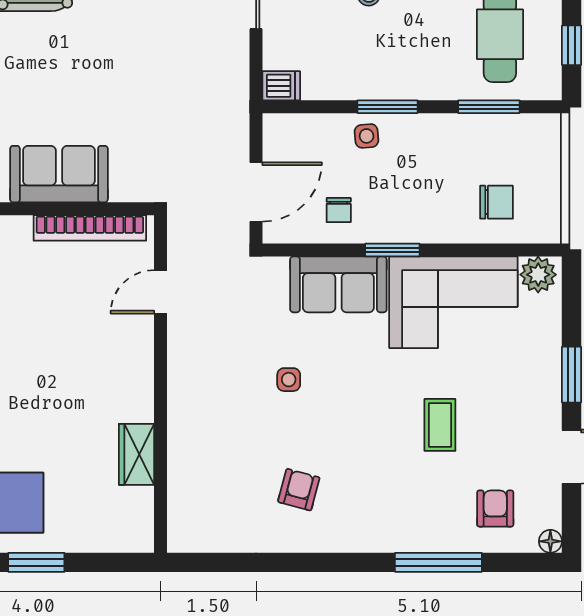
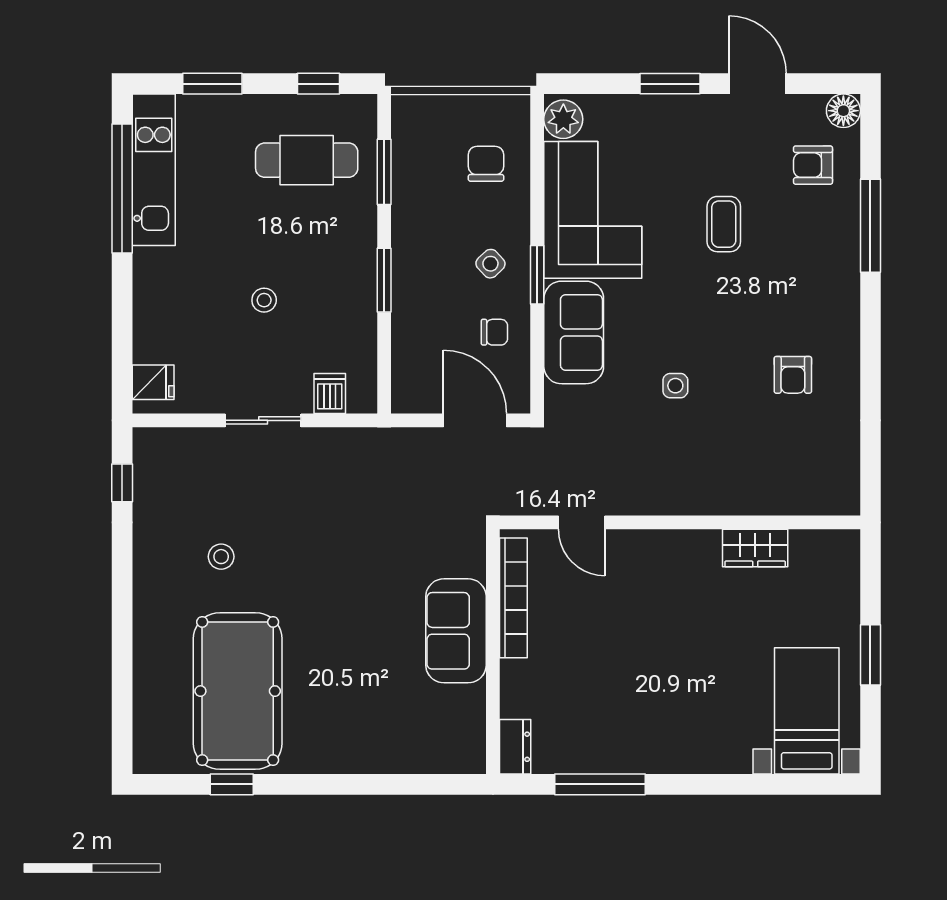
dishwasher: (281, 86) -> (330, 393), moved
side table: (367, 136) -> (490, 264), moved, turned -38
coffee table: (440, 425) -> (724, 224), turned 90
armchair: (299, 490) -> (793, 375), turned -105
floor lamp: (550, 541) -> (843, 111), width x1.37, depth x1.37

